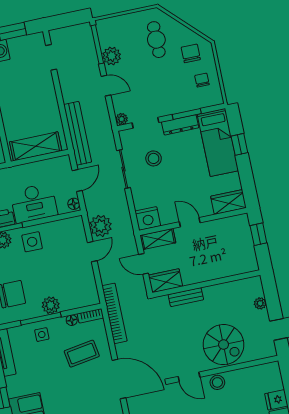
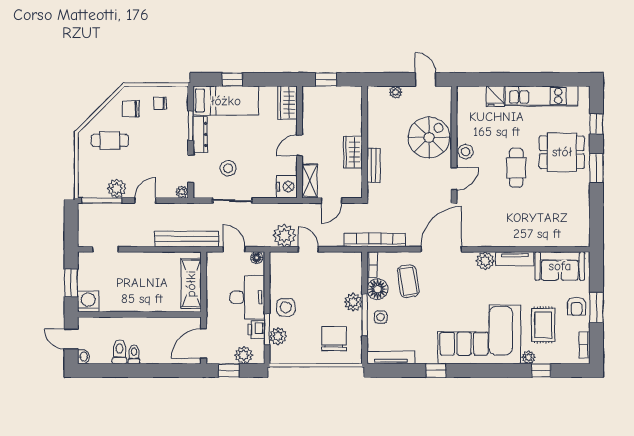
wardrobe: (166, 281) -> (353, 152), moved
floor lamp: (72, 320) -> (377, 289), width x1.89, depth x1.89

